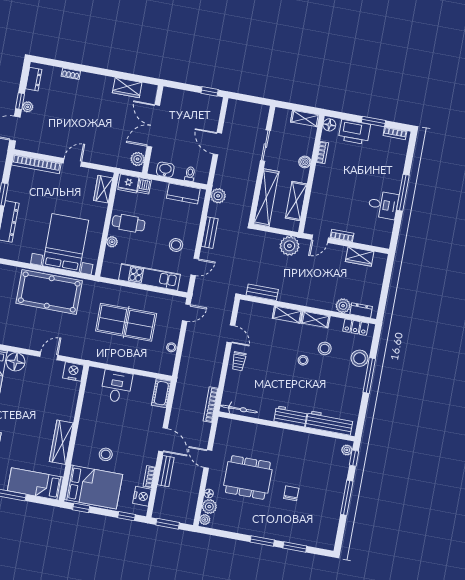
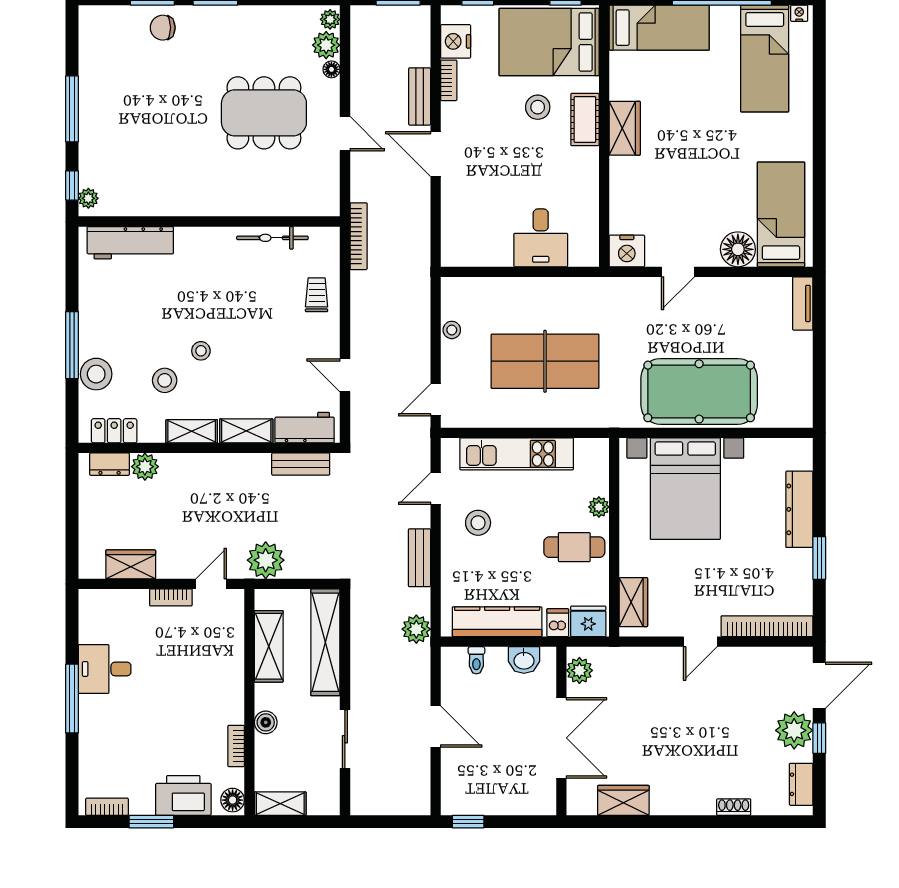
plant: (28, 107) -> (794, 730), width x1.88, depth x1.88
kitchen counter: (183, 193) -> (497, 622), width x1.50
trolley: (239, 361) -> (317, 295), moved
cot: (161, 393) -> (585, 119), moved
bicycle: (239, 409) -> (272, 238), moved
workbench: (291, 416) -> (305, 428), moved, turned 180
wardrobe: (61, 442) -> (625, 128), width x0.67
chair: (291, 493) -> (163, 28), moved, turned 90

